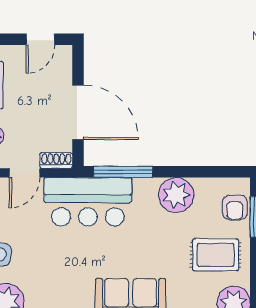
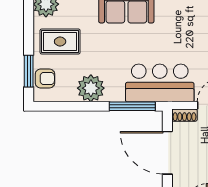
armchair: (235, 207) -> (45, 78), turned 90

